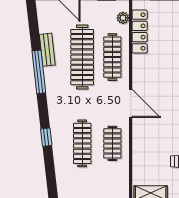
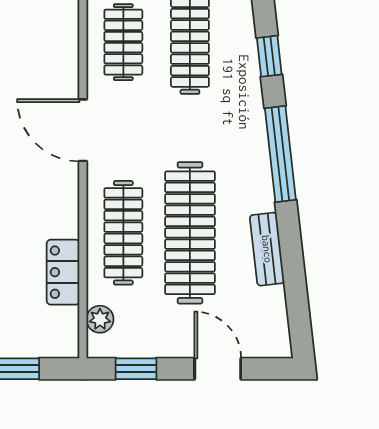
locker: (140, 31) -> (63, 272), width x0.66
window: (39, 72) -> (280, 154), moved

